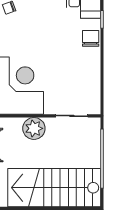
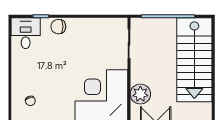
plant: (34, 128) -> (140, 94), moved

